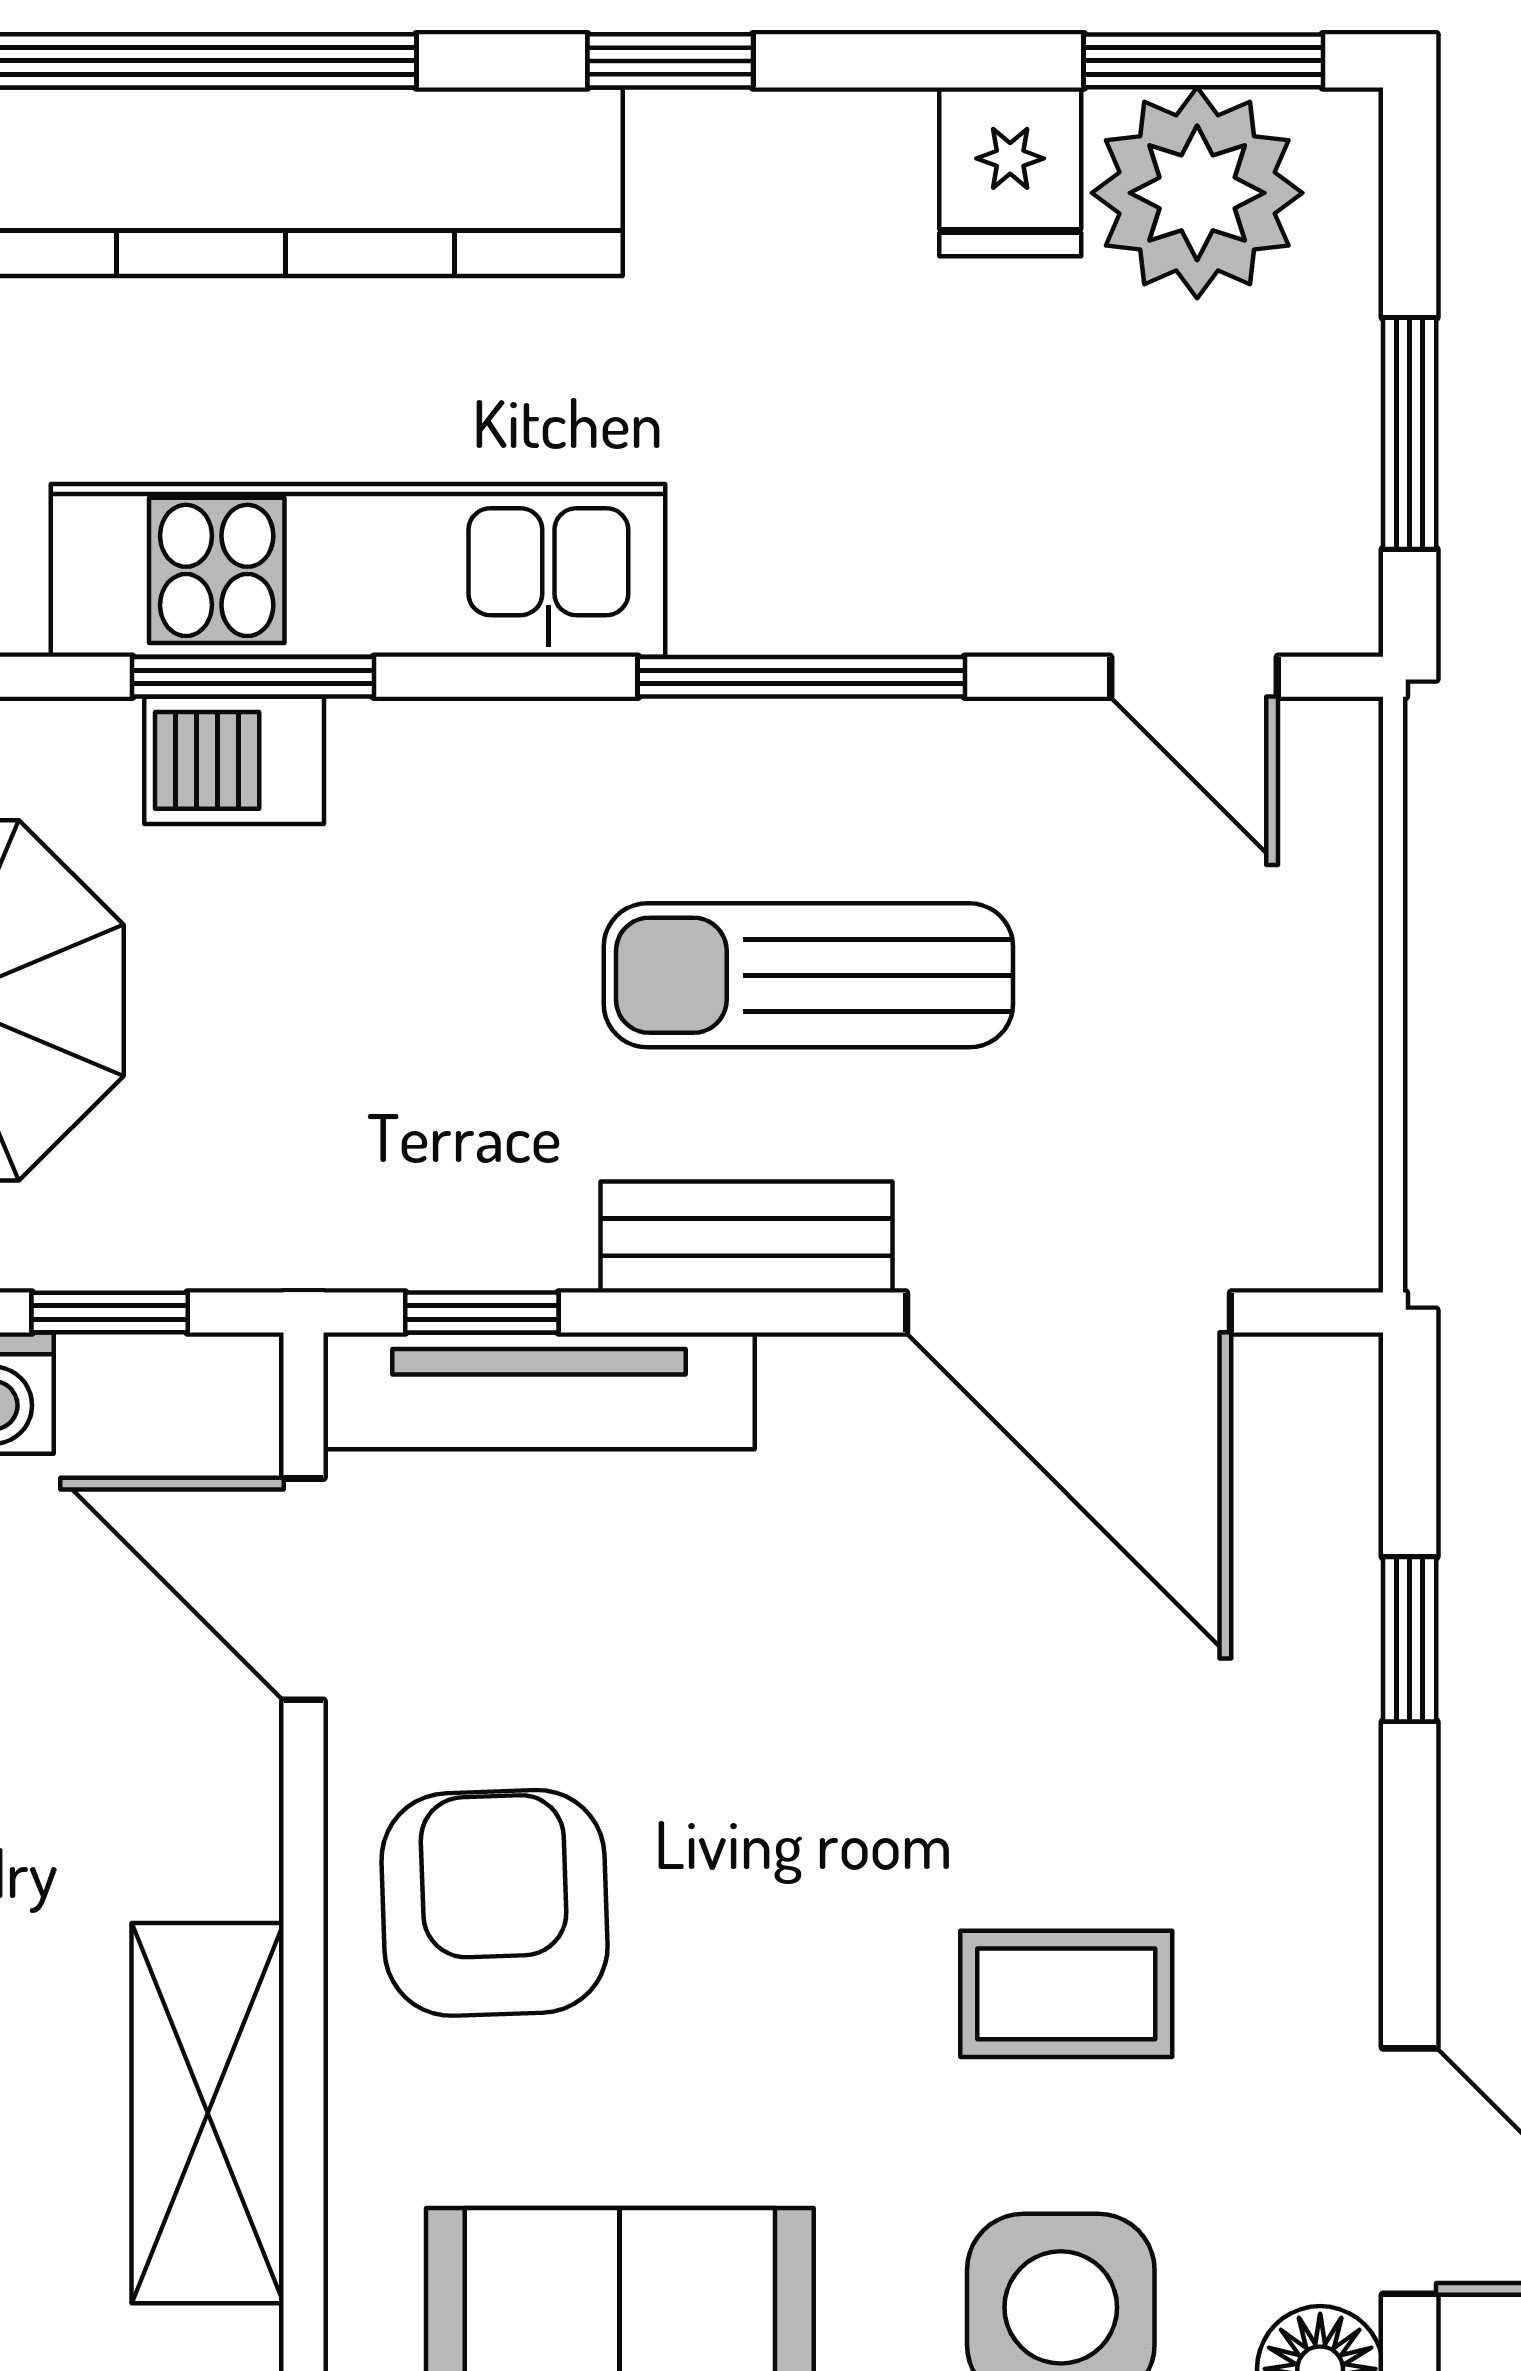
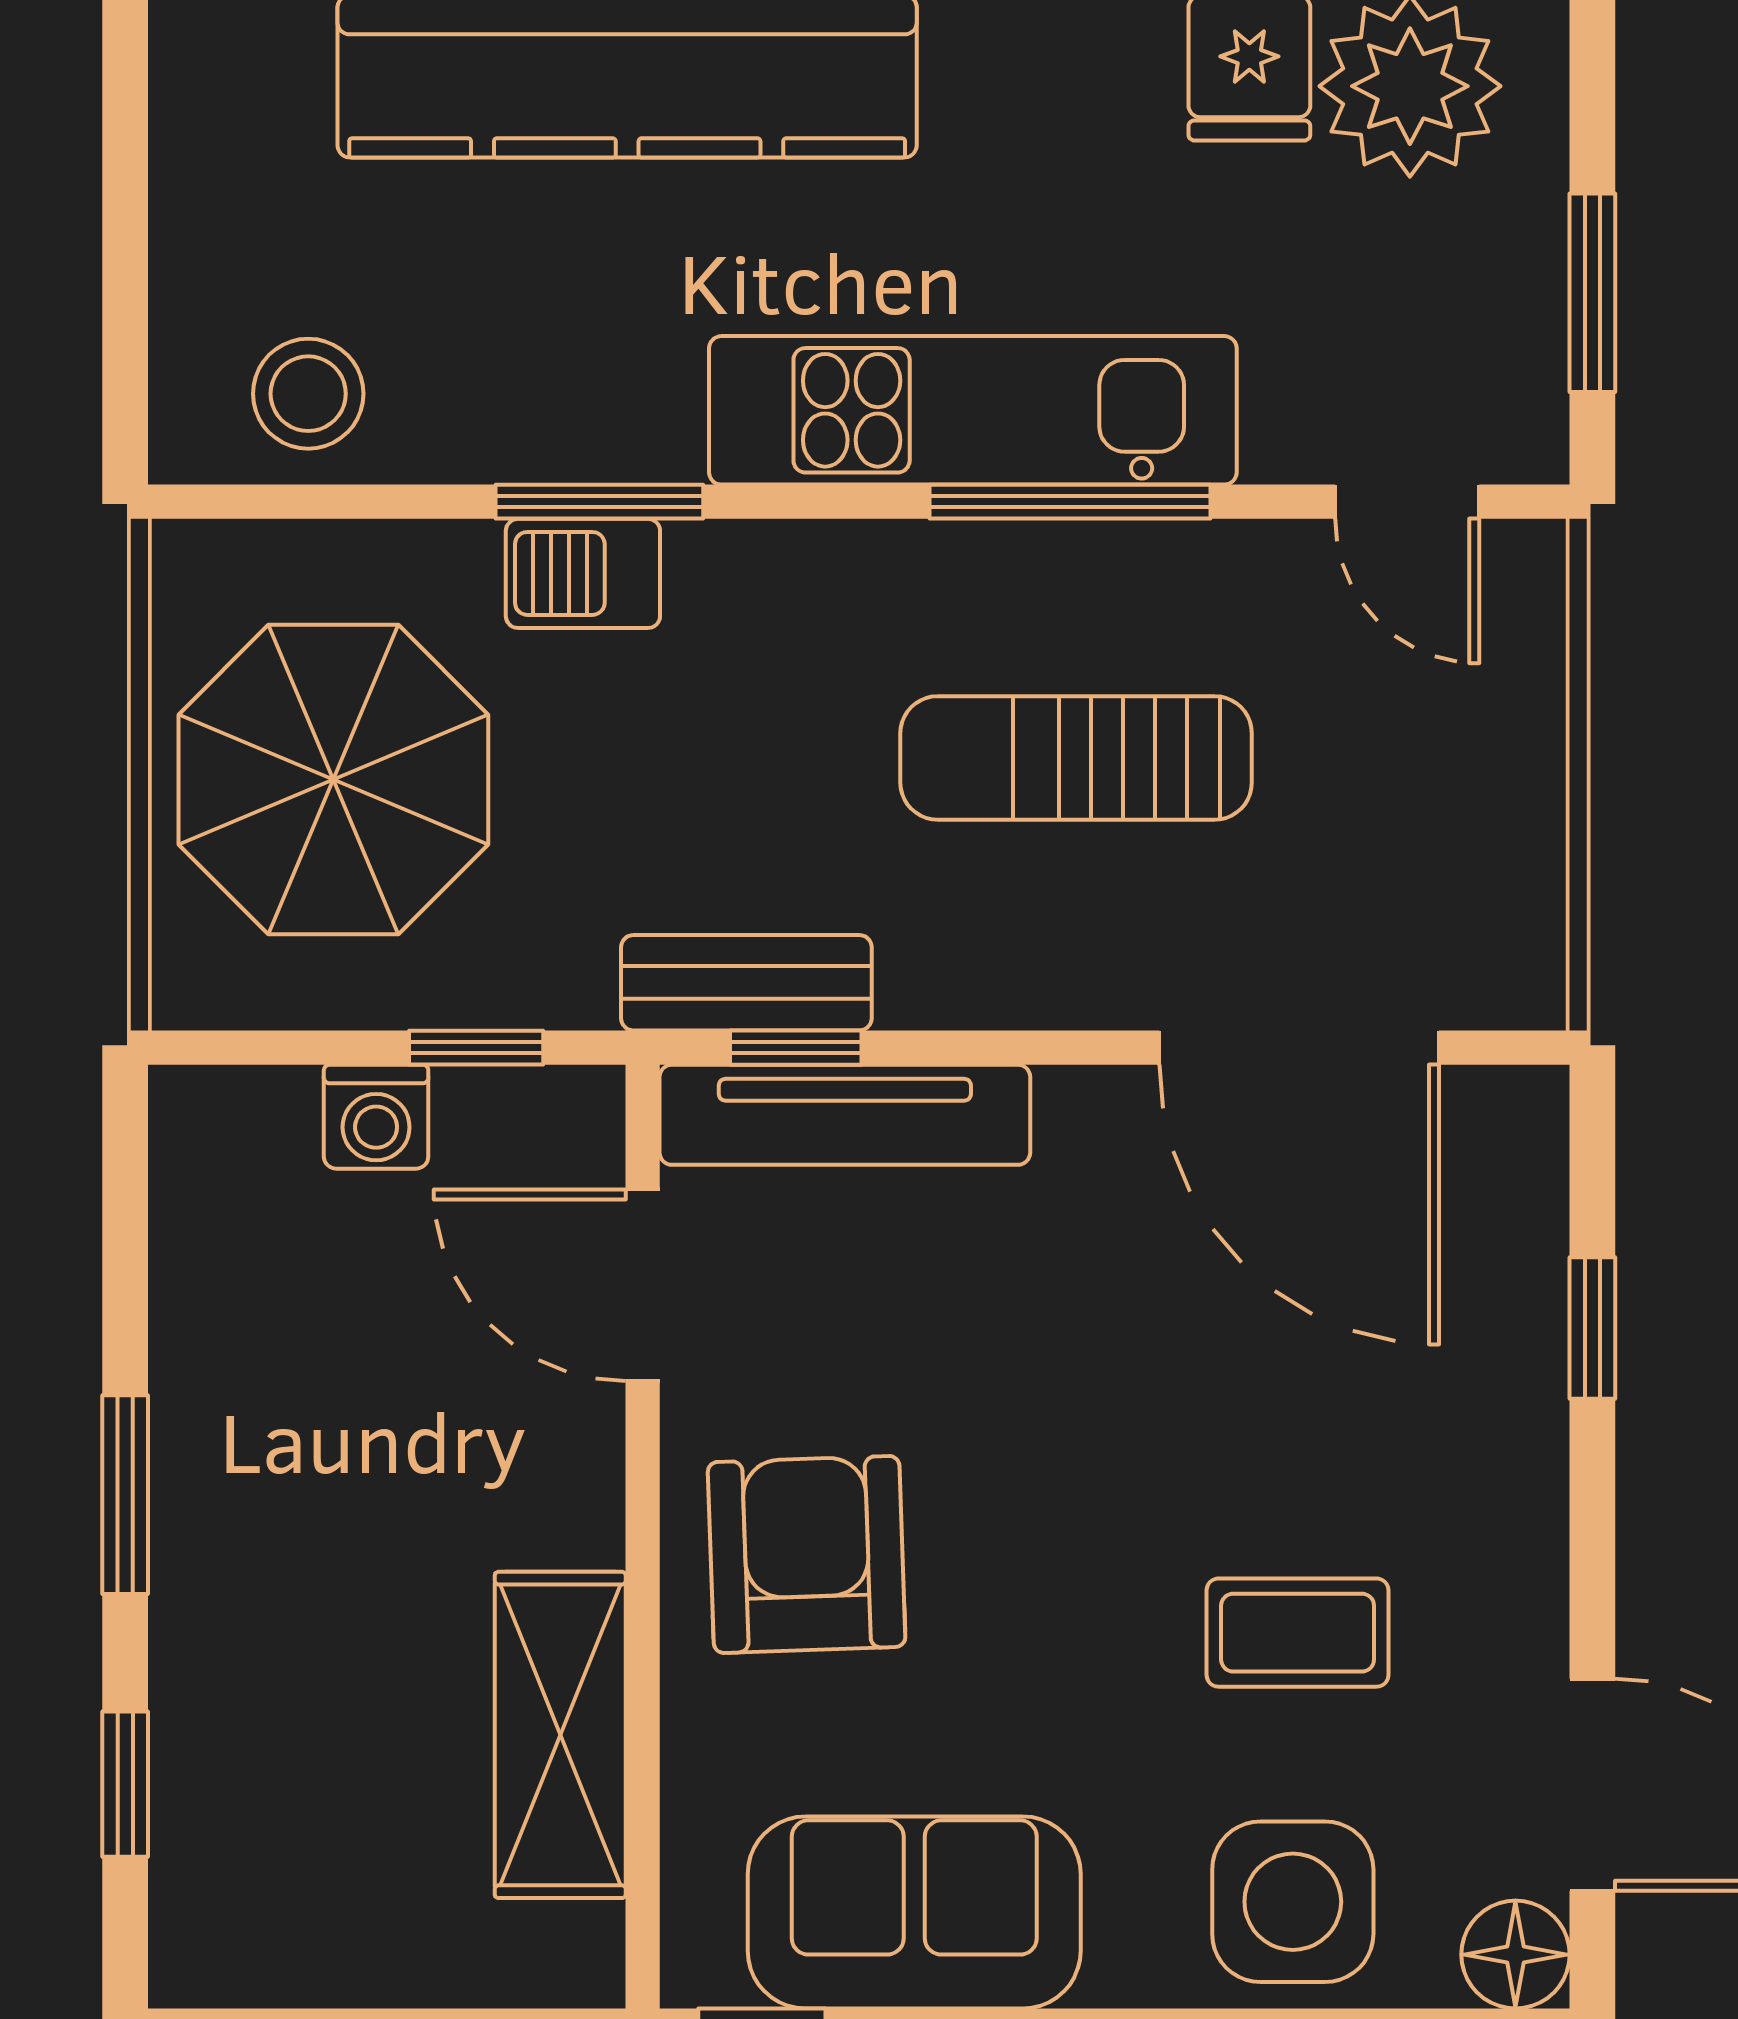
kitchen unit: (358, 570) -> (973, 410), moved
bench: (747, 1237) -> (746, 983), moved

